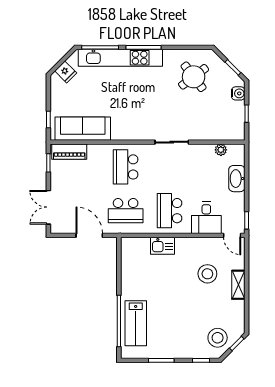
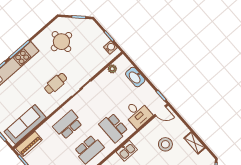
round table: (194, 77) -> (61, 42), turned 37
water cooler: (238, 93) -> (110, 47), moved
cafe table: (150, 114) -> (56, 83), added
school desk: (126, 167) -> (68, 125), turned 90
shelving: (238, 285) -> (195, 143), moved

